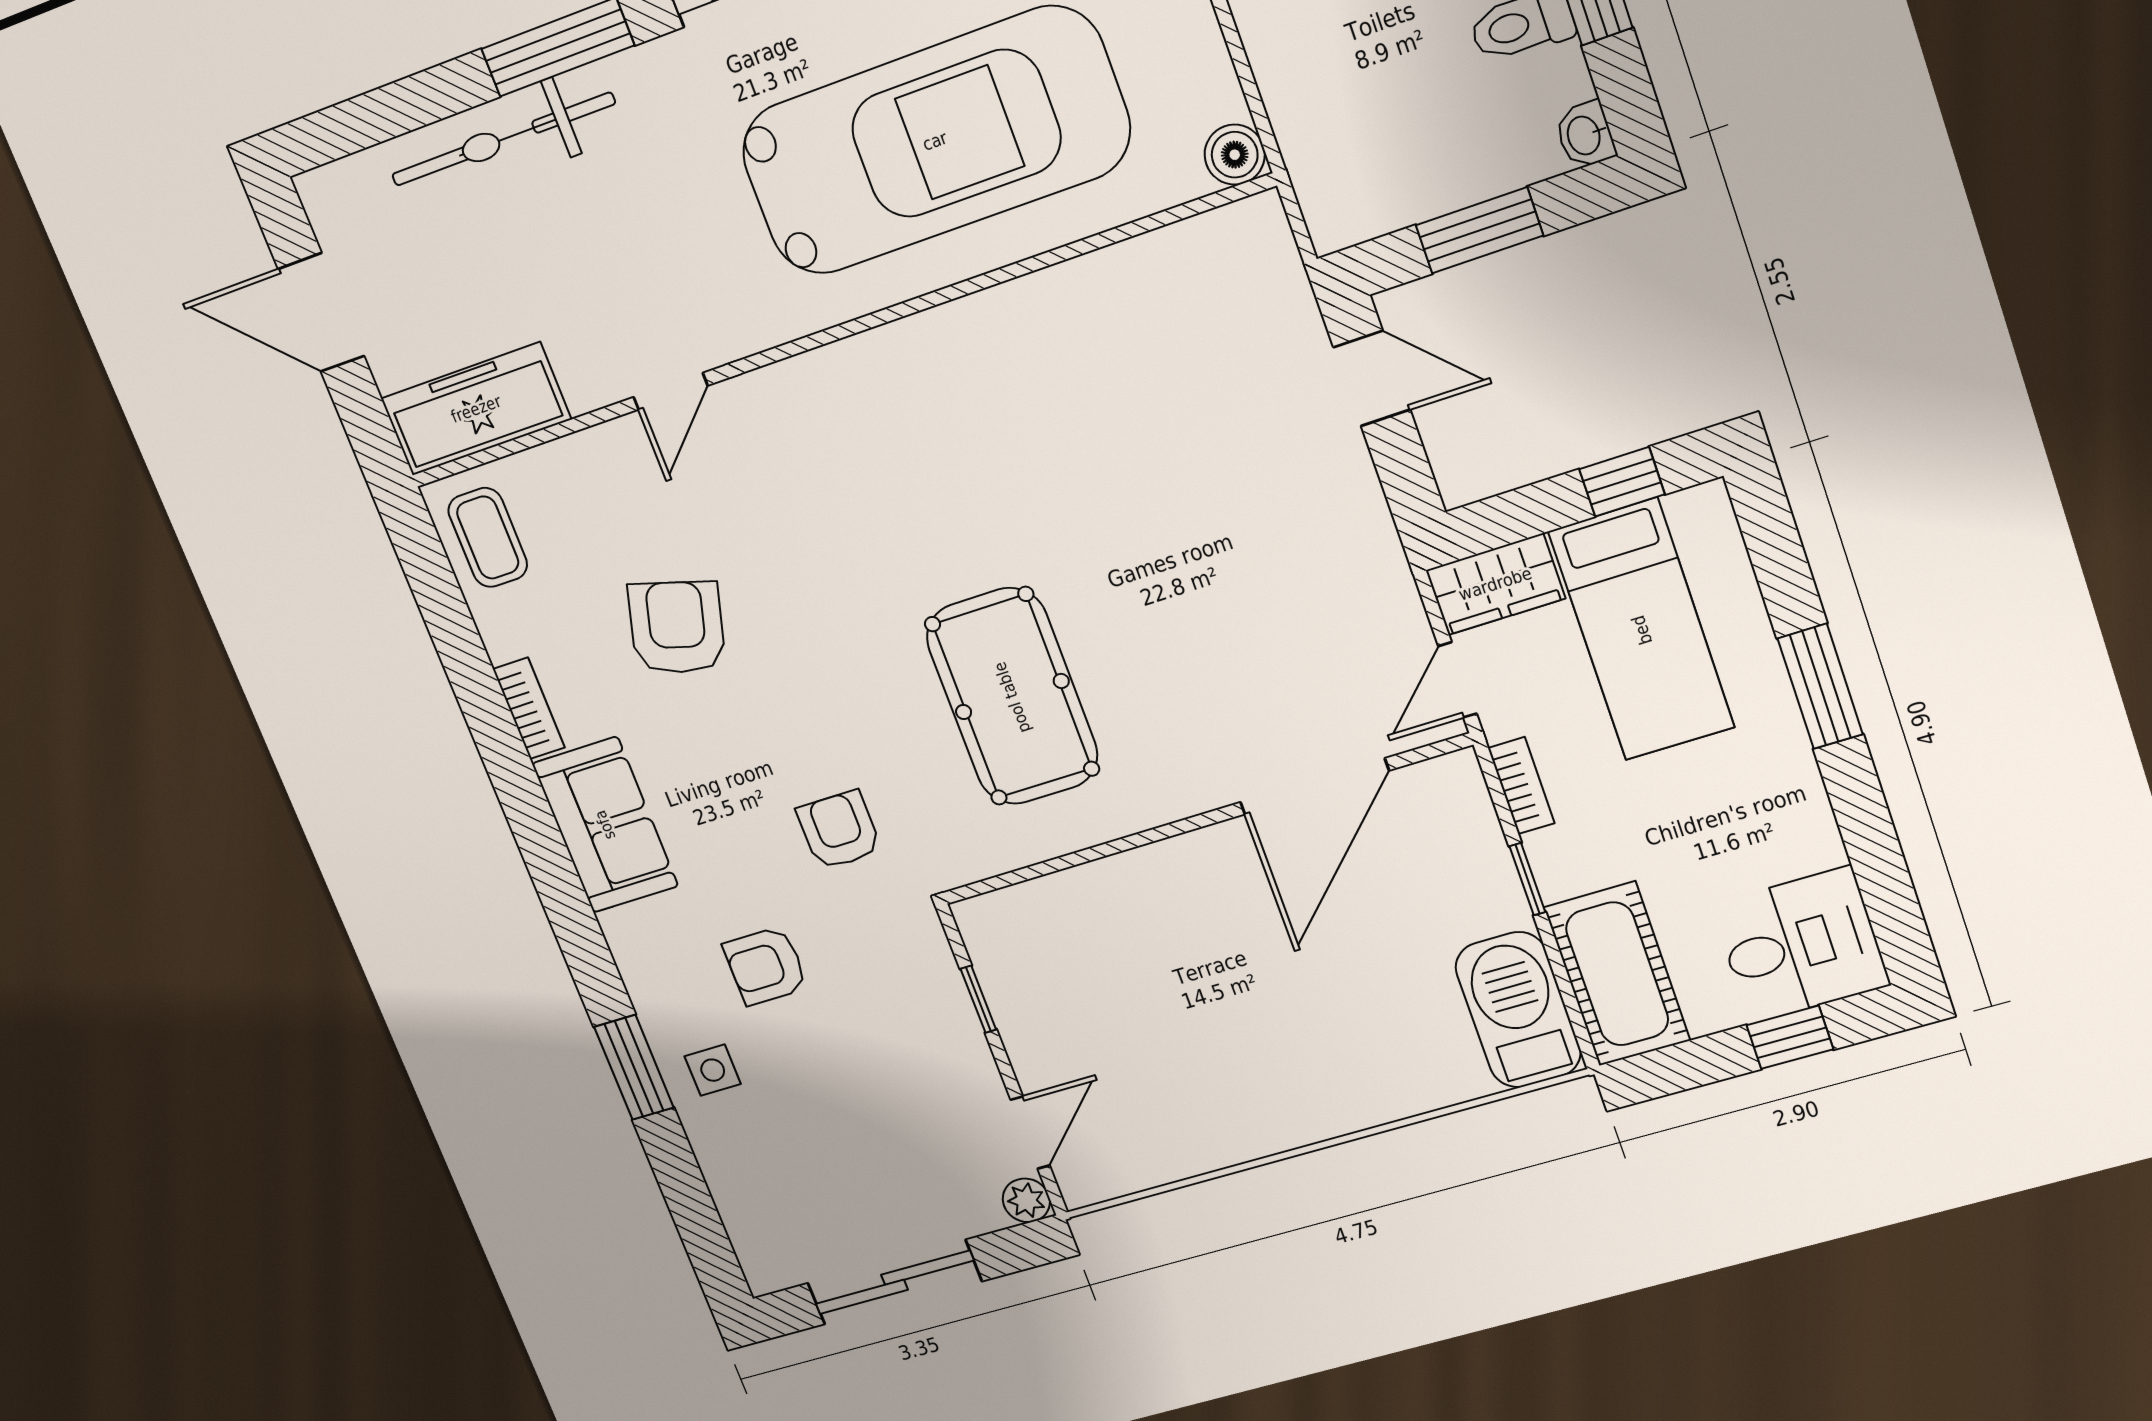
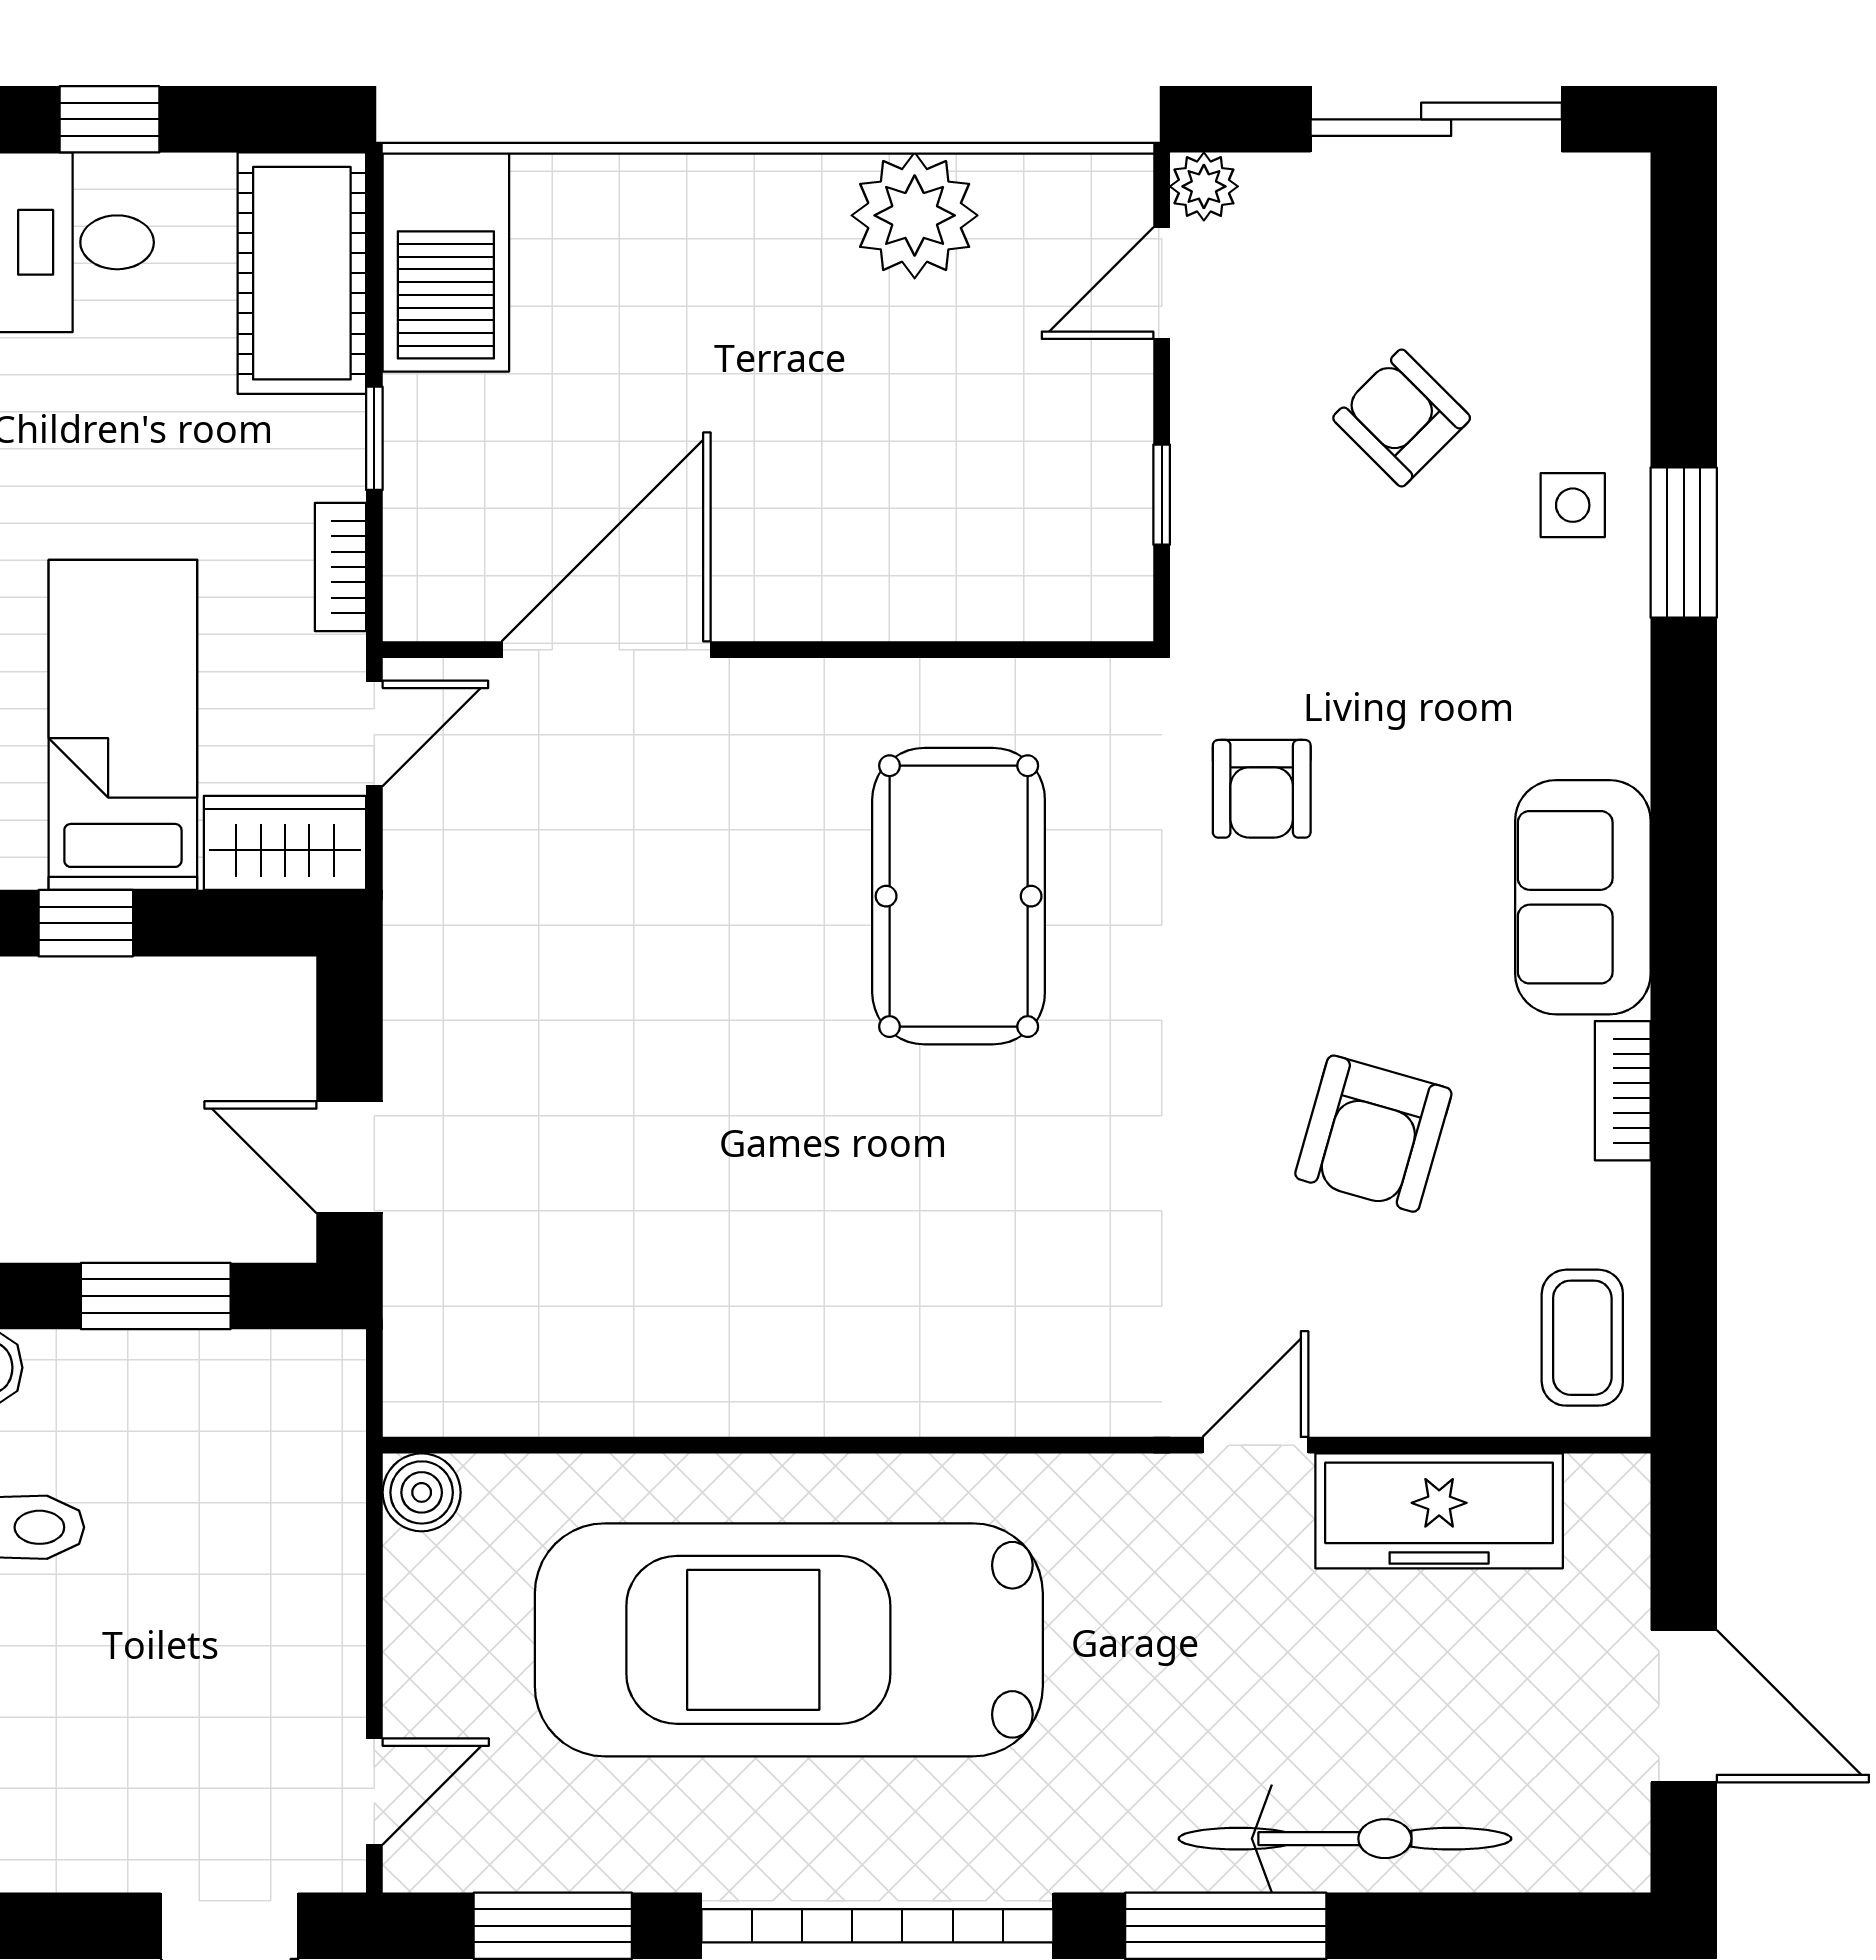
freezer: (476, 409) -> (1439, 1511), moved
armchair: (766, 966) -> (1402, 418), moved, turned -135
plant: (1209, 1129) -> (915, 215), added

